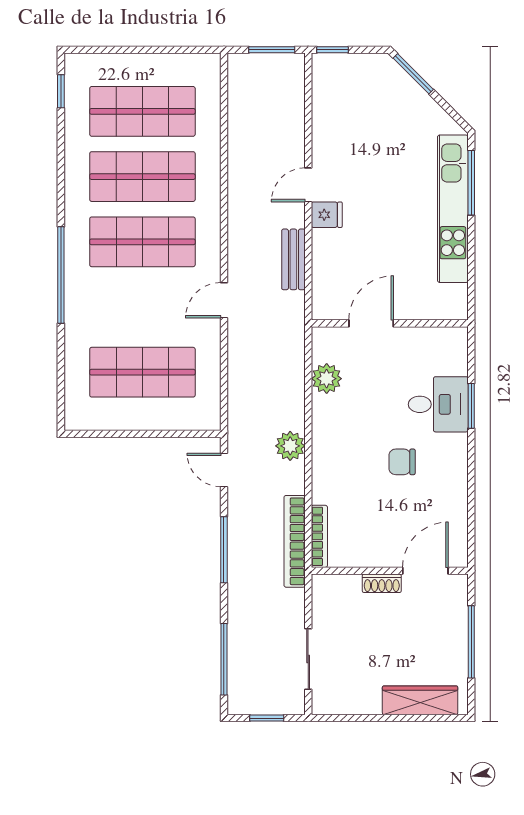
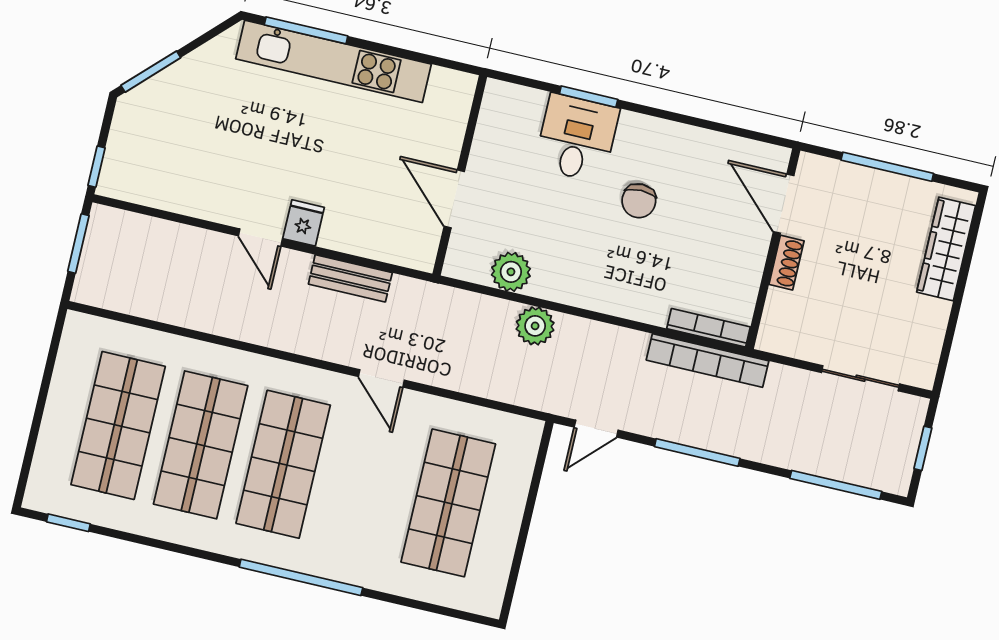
plant: (290, 446) -> (535, 326), moved

